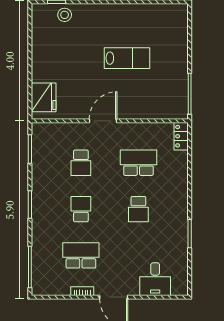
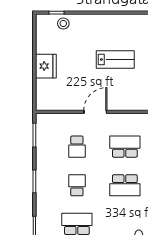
fridge: (44, 97) -> (46, 66), moved
school desk: (138, 209) -> (125, 185), width x1.85

